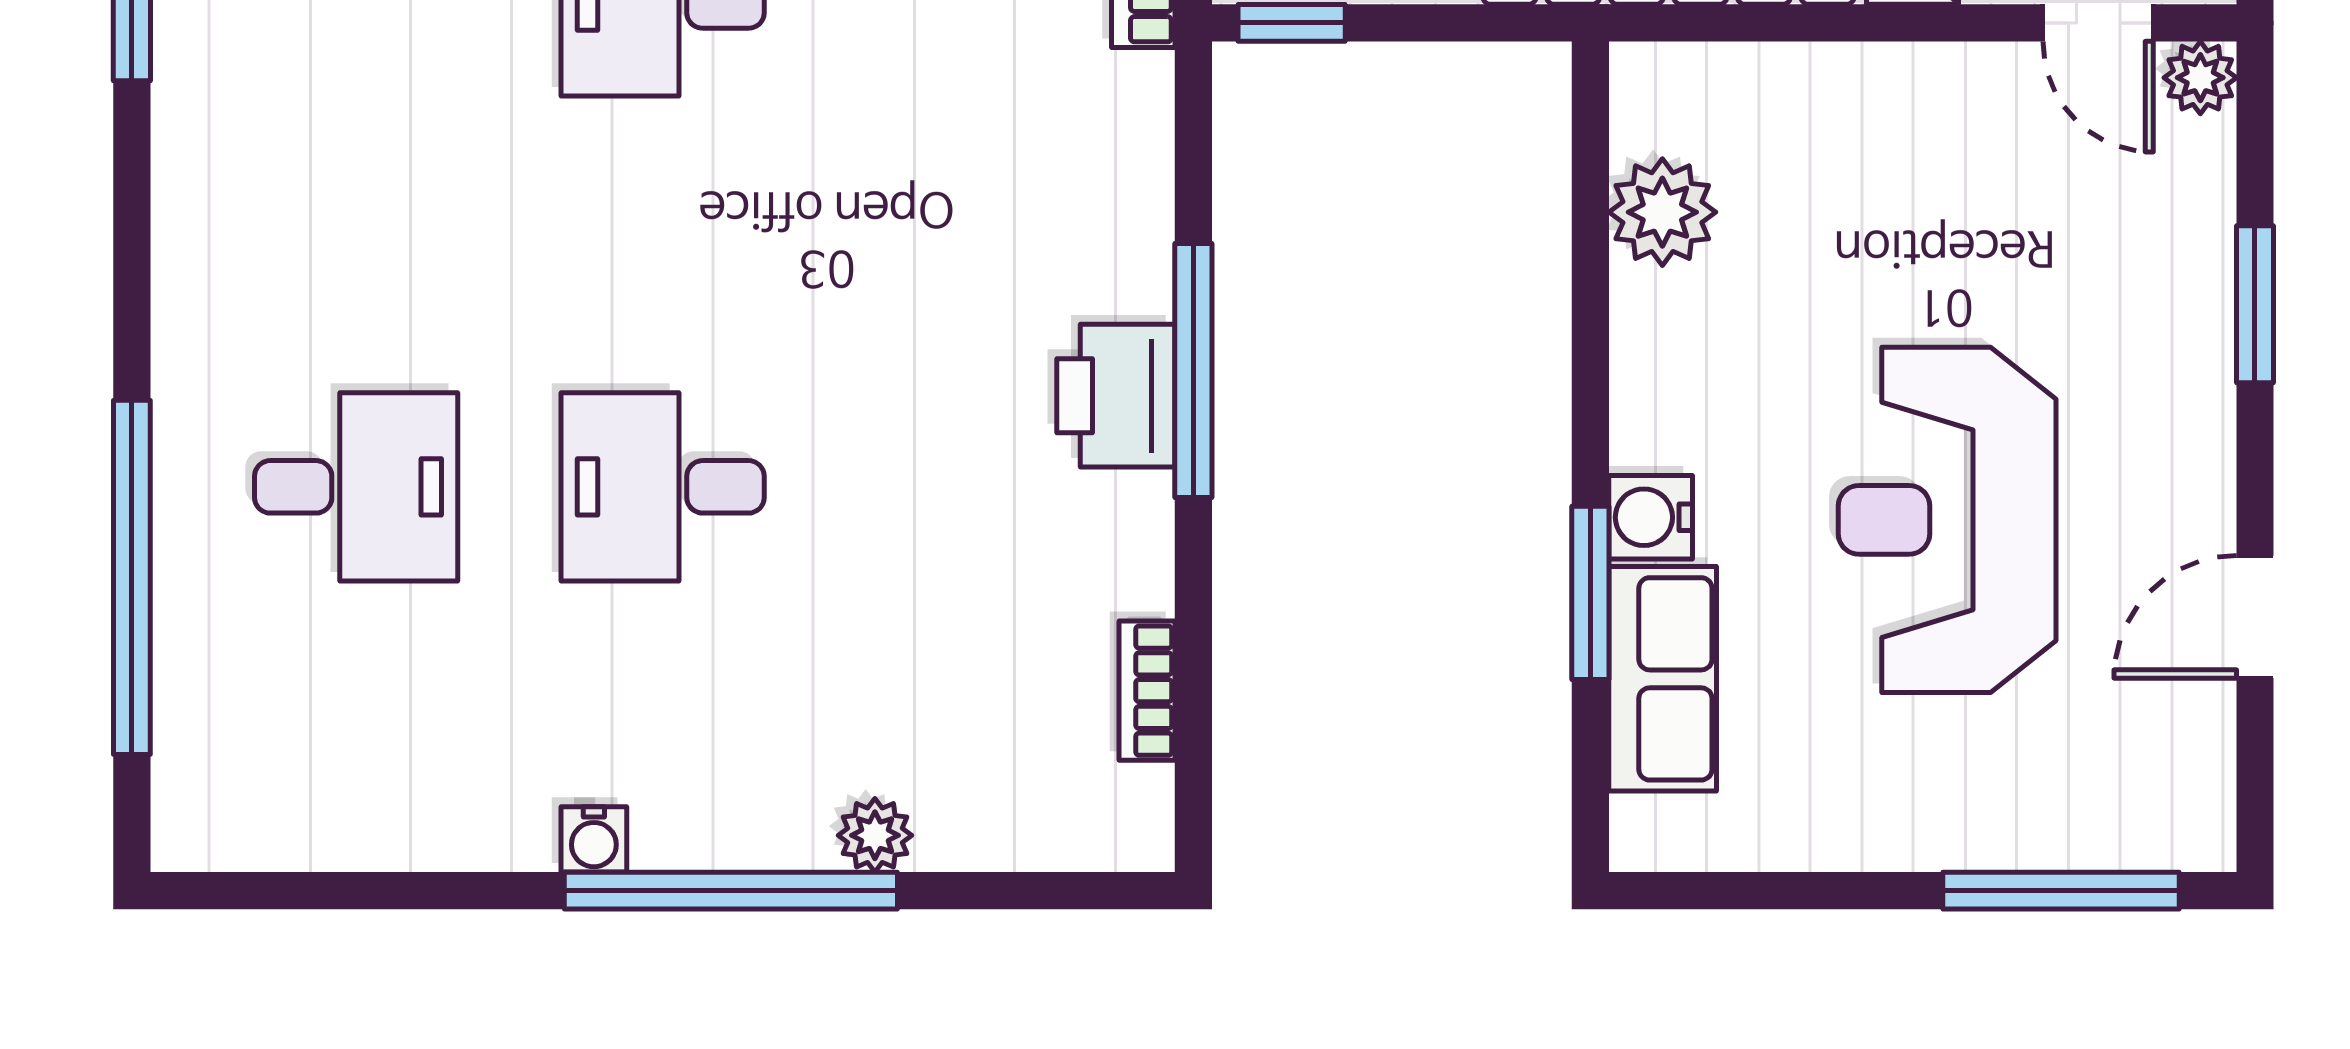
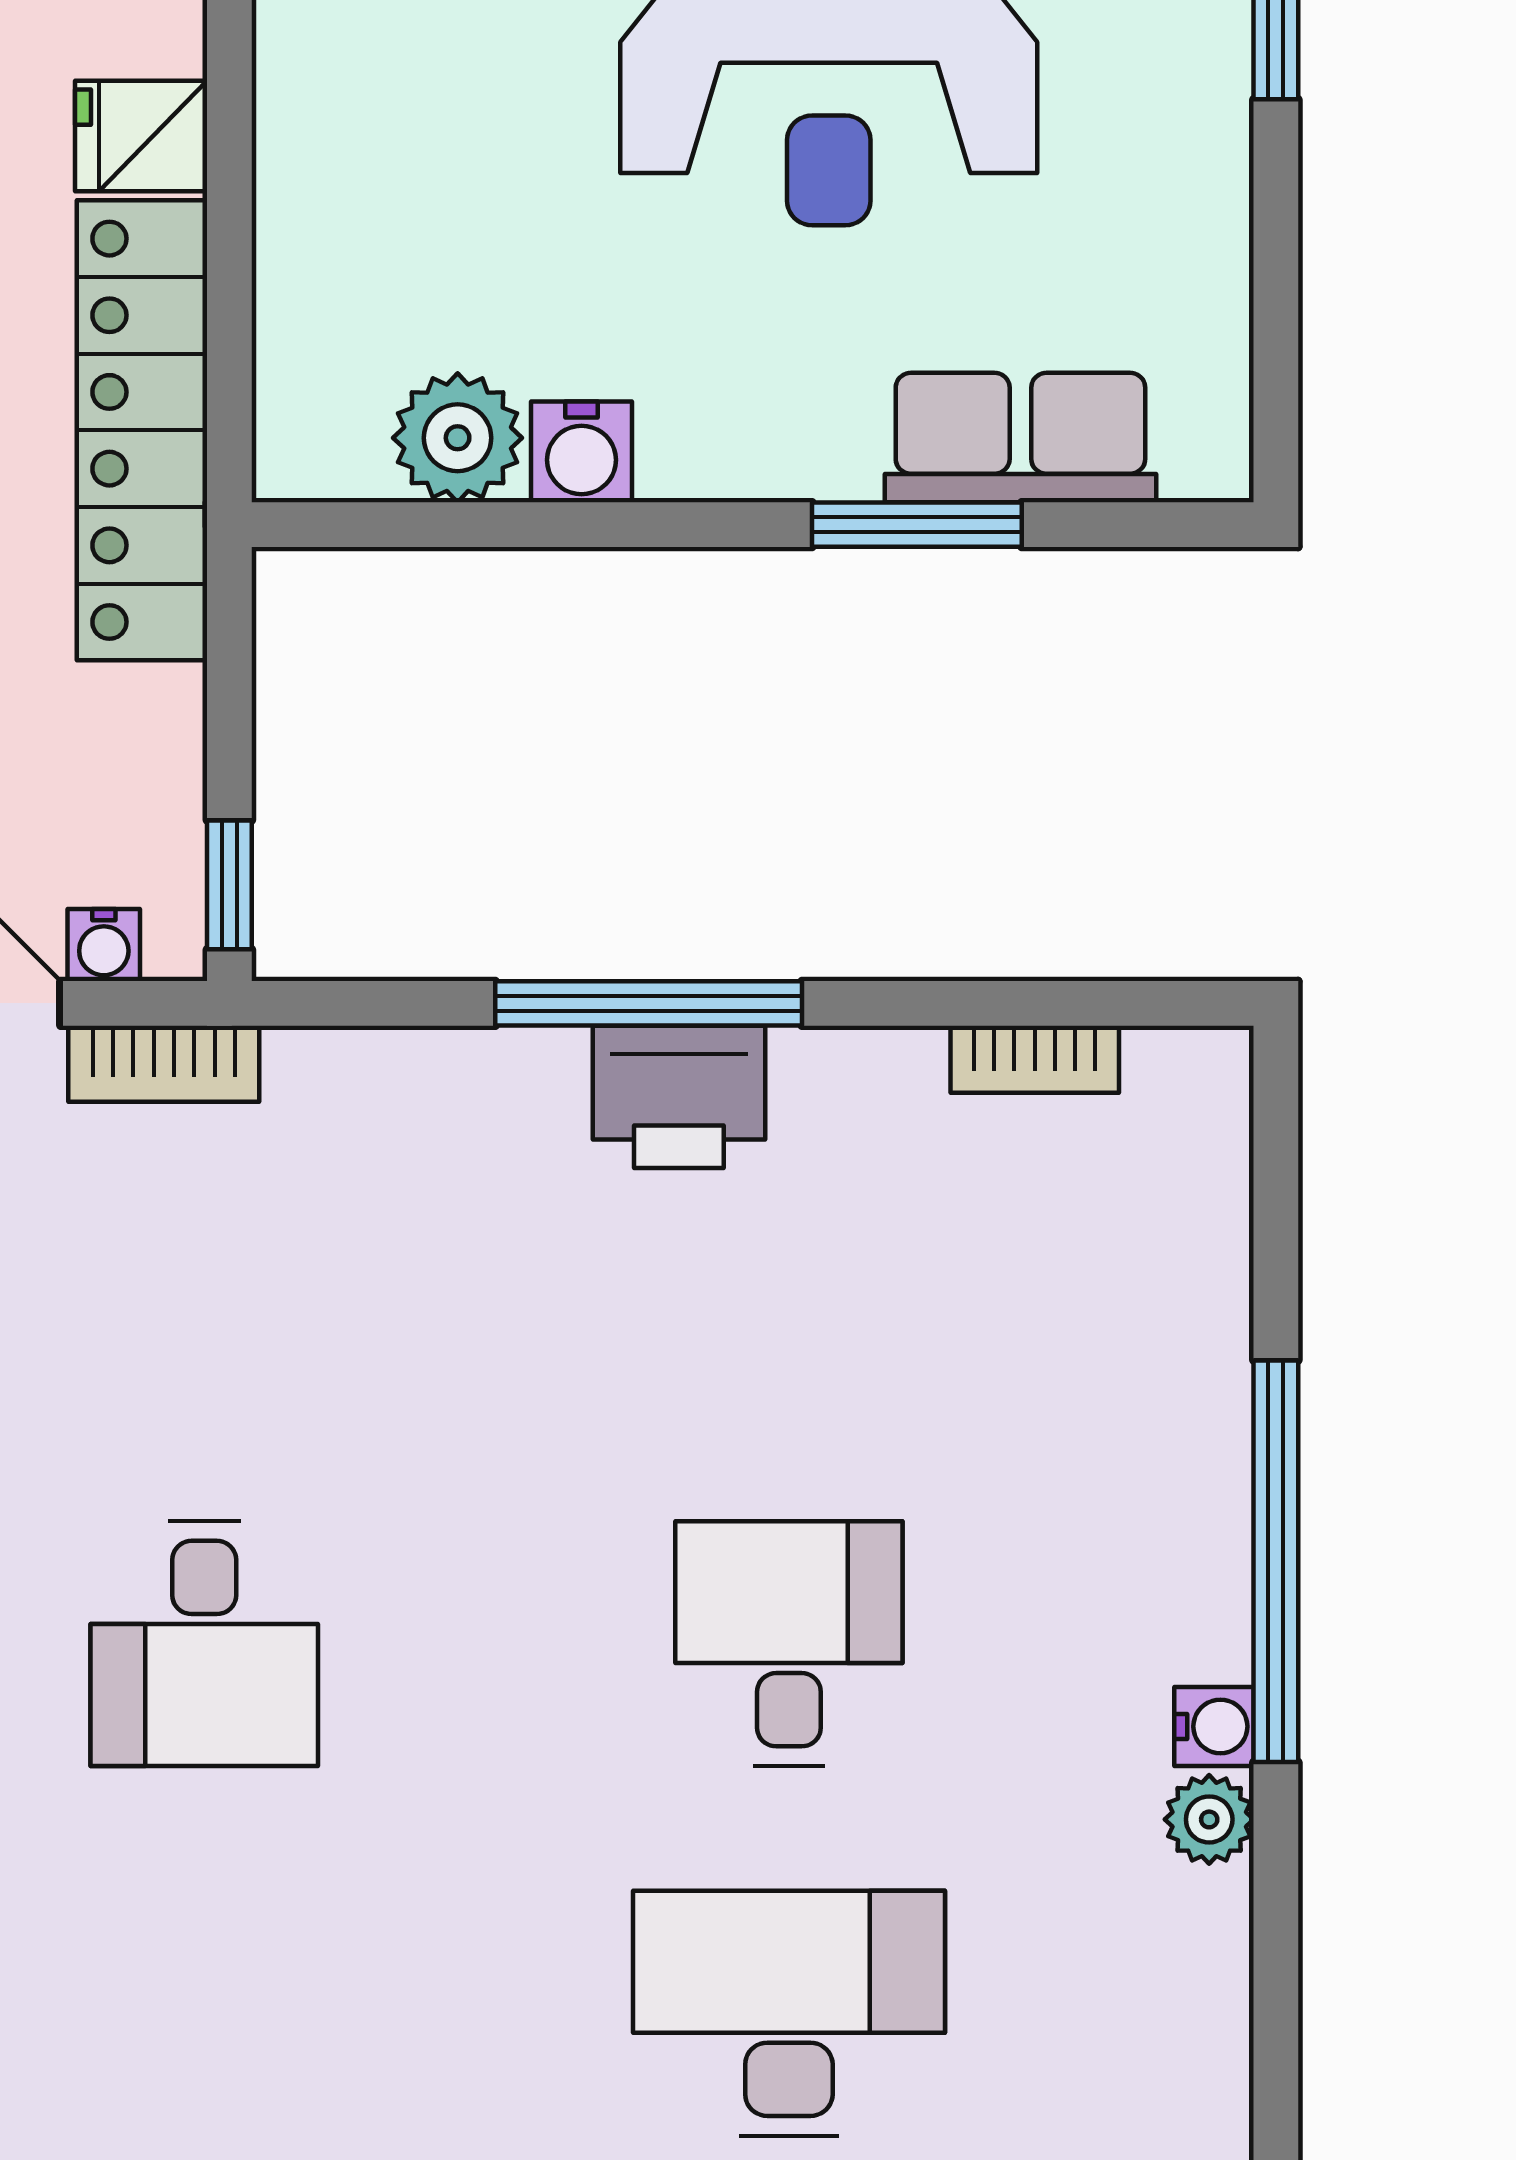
desk: (356, 487) -> (789, 2013), width x1.37
desk: (663, 487) -> (789, 1644), turned 180
water cooler: (1651, 517) -> (582, 452), moved
plant: (875, 835) -> (1209, 1819), moved

